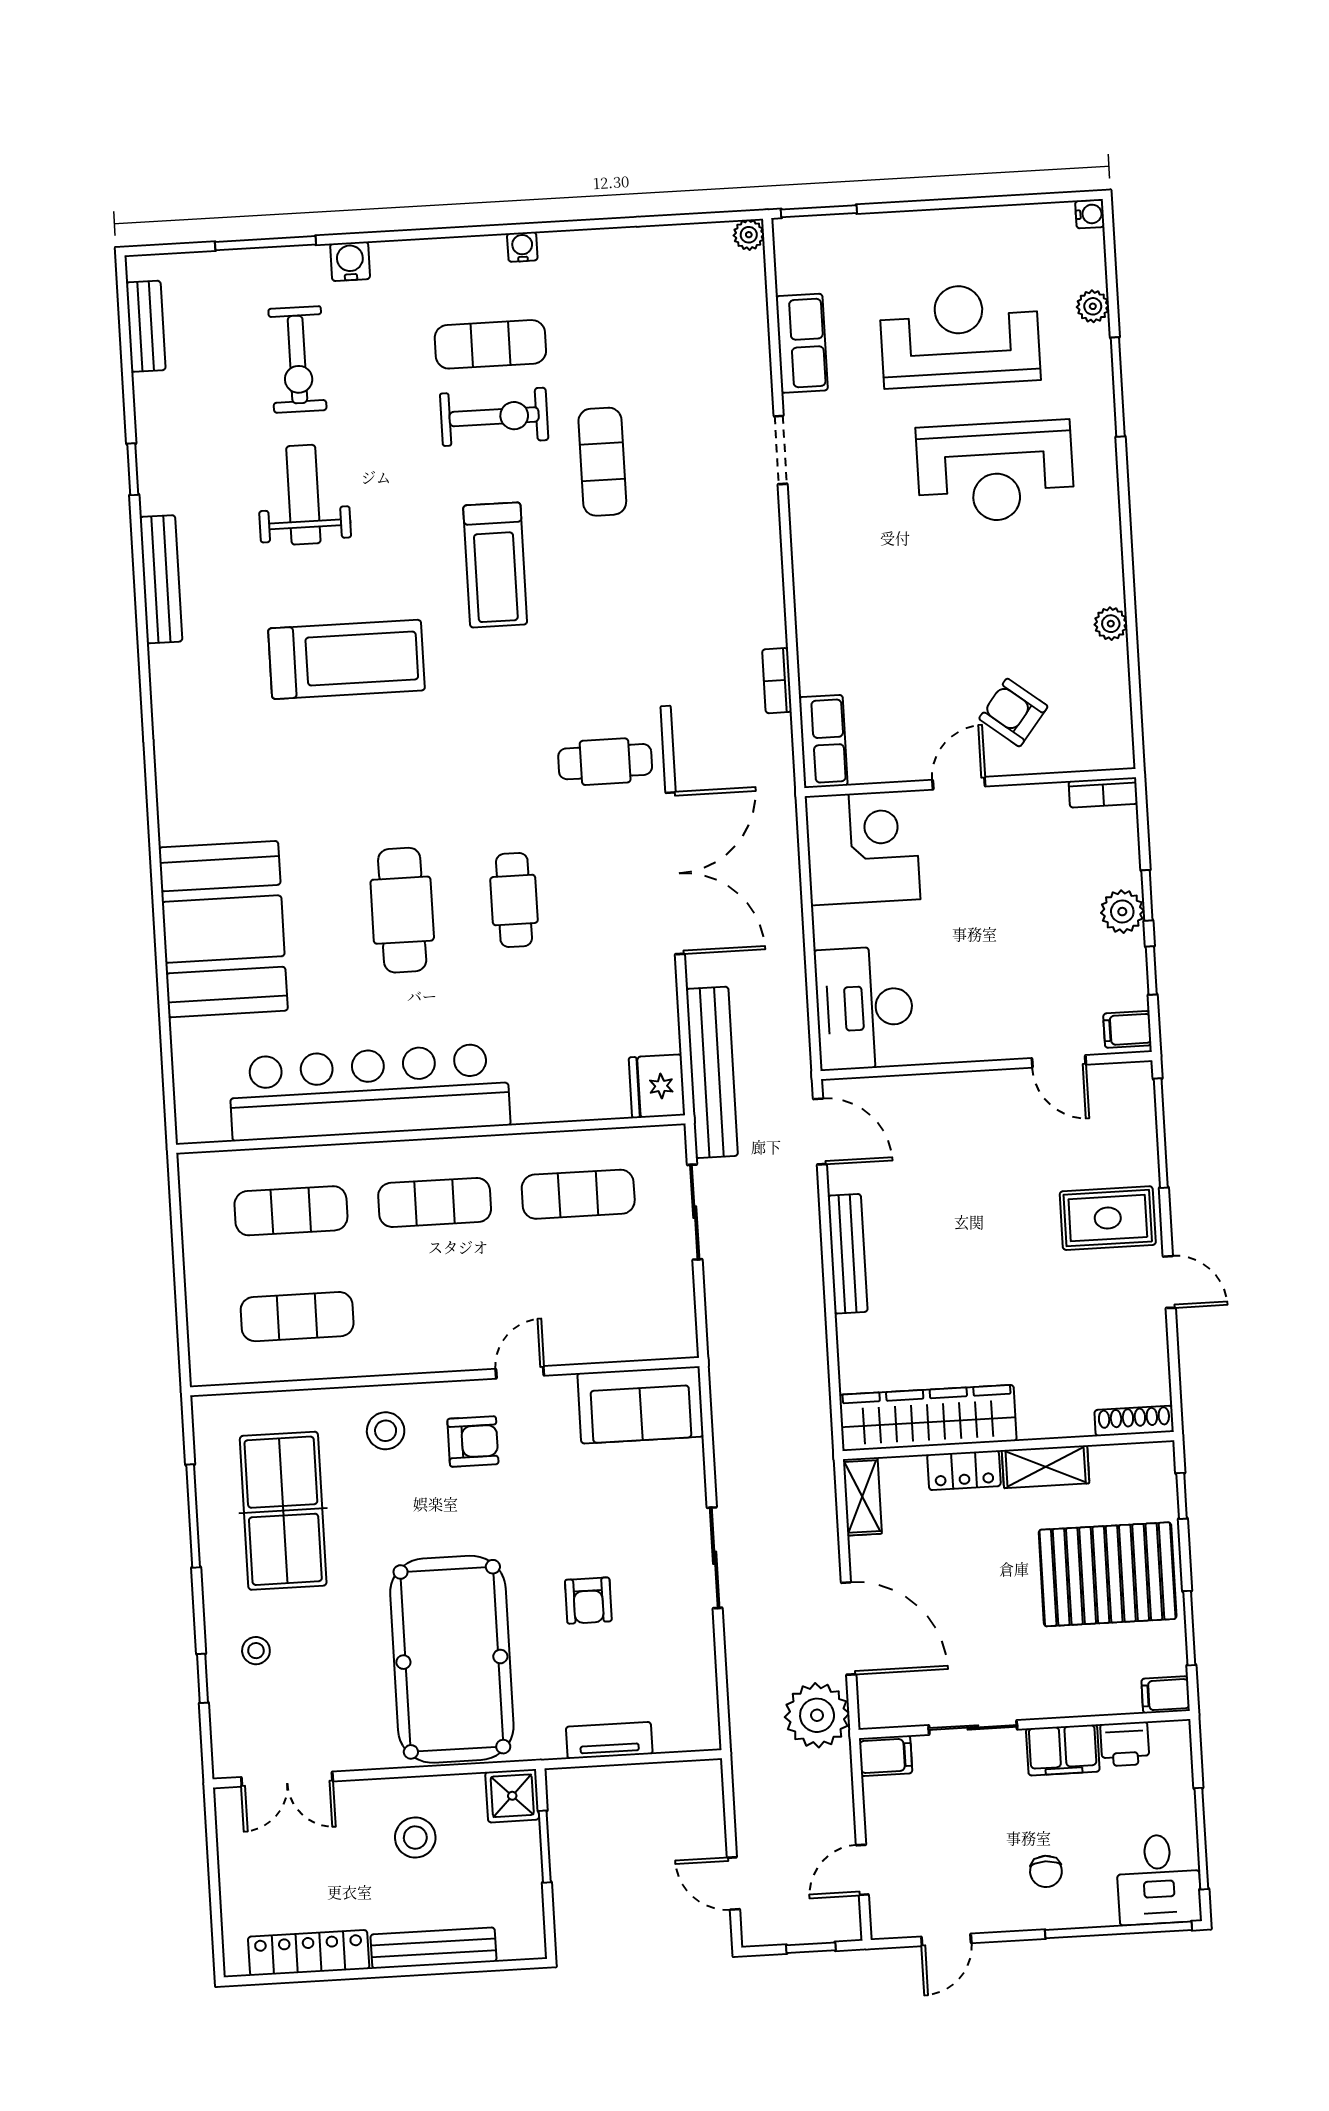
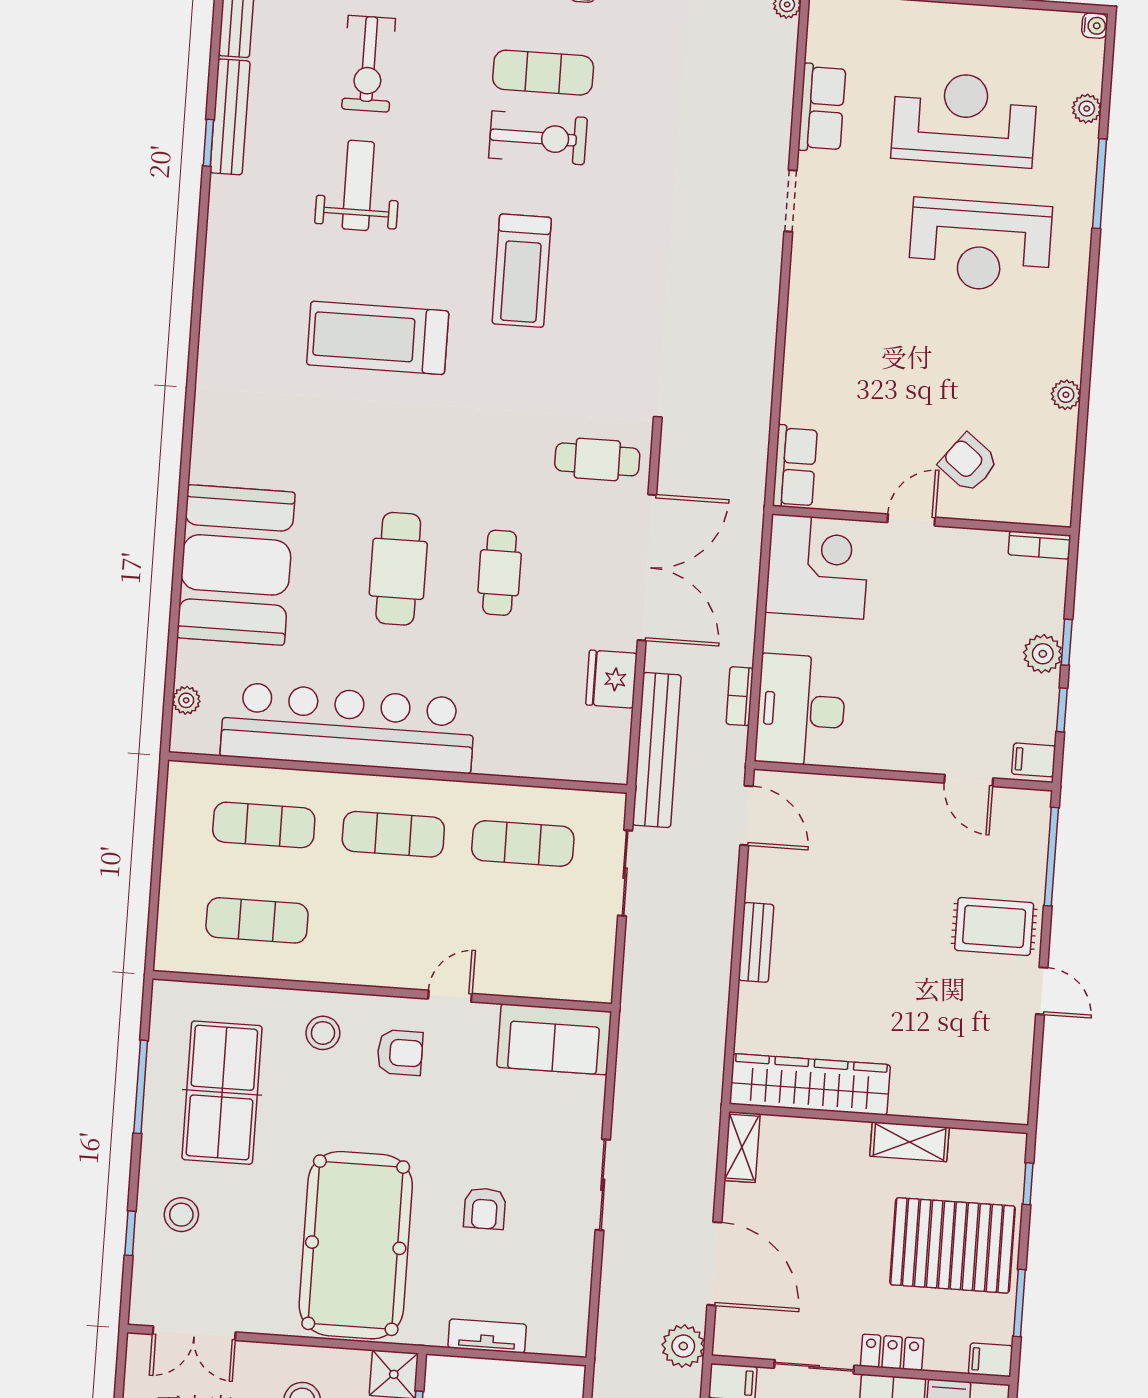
exercise mat: (602, 462) -> (630, 191), removed
bench: (161, 579) -> (230, 117), moved
treadmill: (347, 659) -> (378, 338), turned 180
bookcase: (777, 681) -> (740, 696), moved
plant: (188, 1085) -> (186, 700), added
fridge: (657, 1086) -> (611, 679), moved
bench: (848, 1254) -> (756, 942), width x0.73
shoe rack: (1134, 1421) -> (994, 1111), removed
locker: (964, 1470) -> (892, 1352), moved, turned 180
stool: (256, 1651) -> (181, 1215), width x1.37, depth x1.37
plant: (817, 1715) -> (683, 1346), width x0.73, depth x0.73

